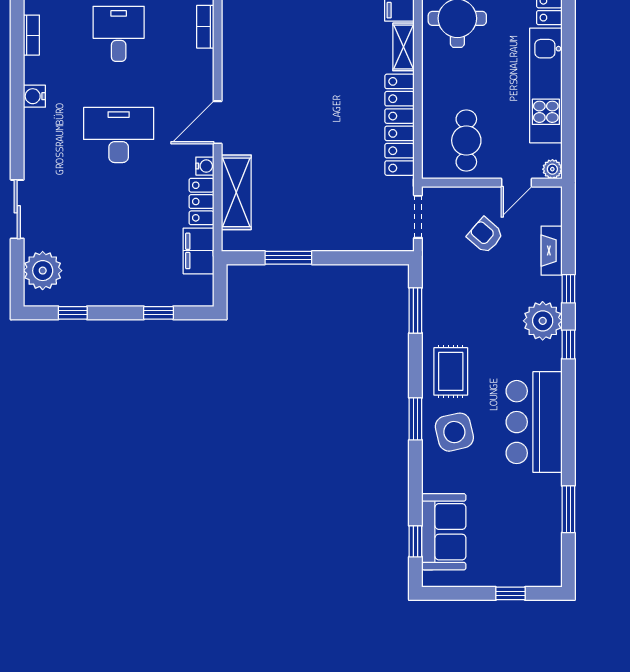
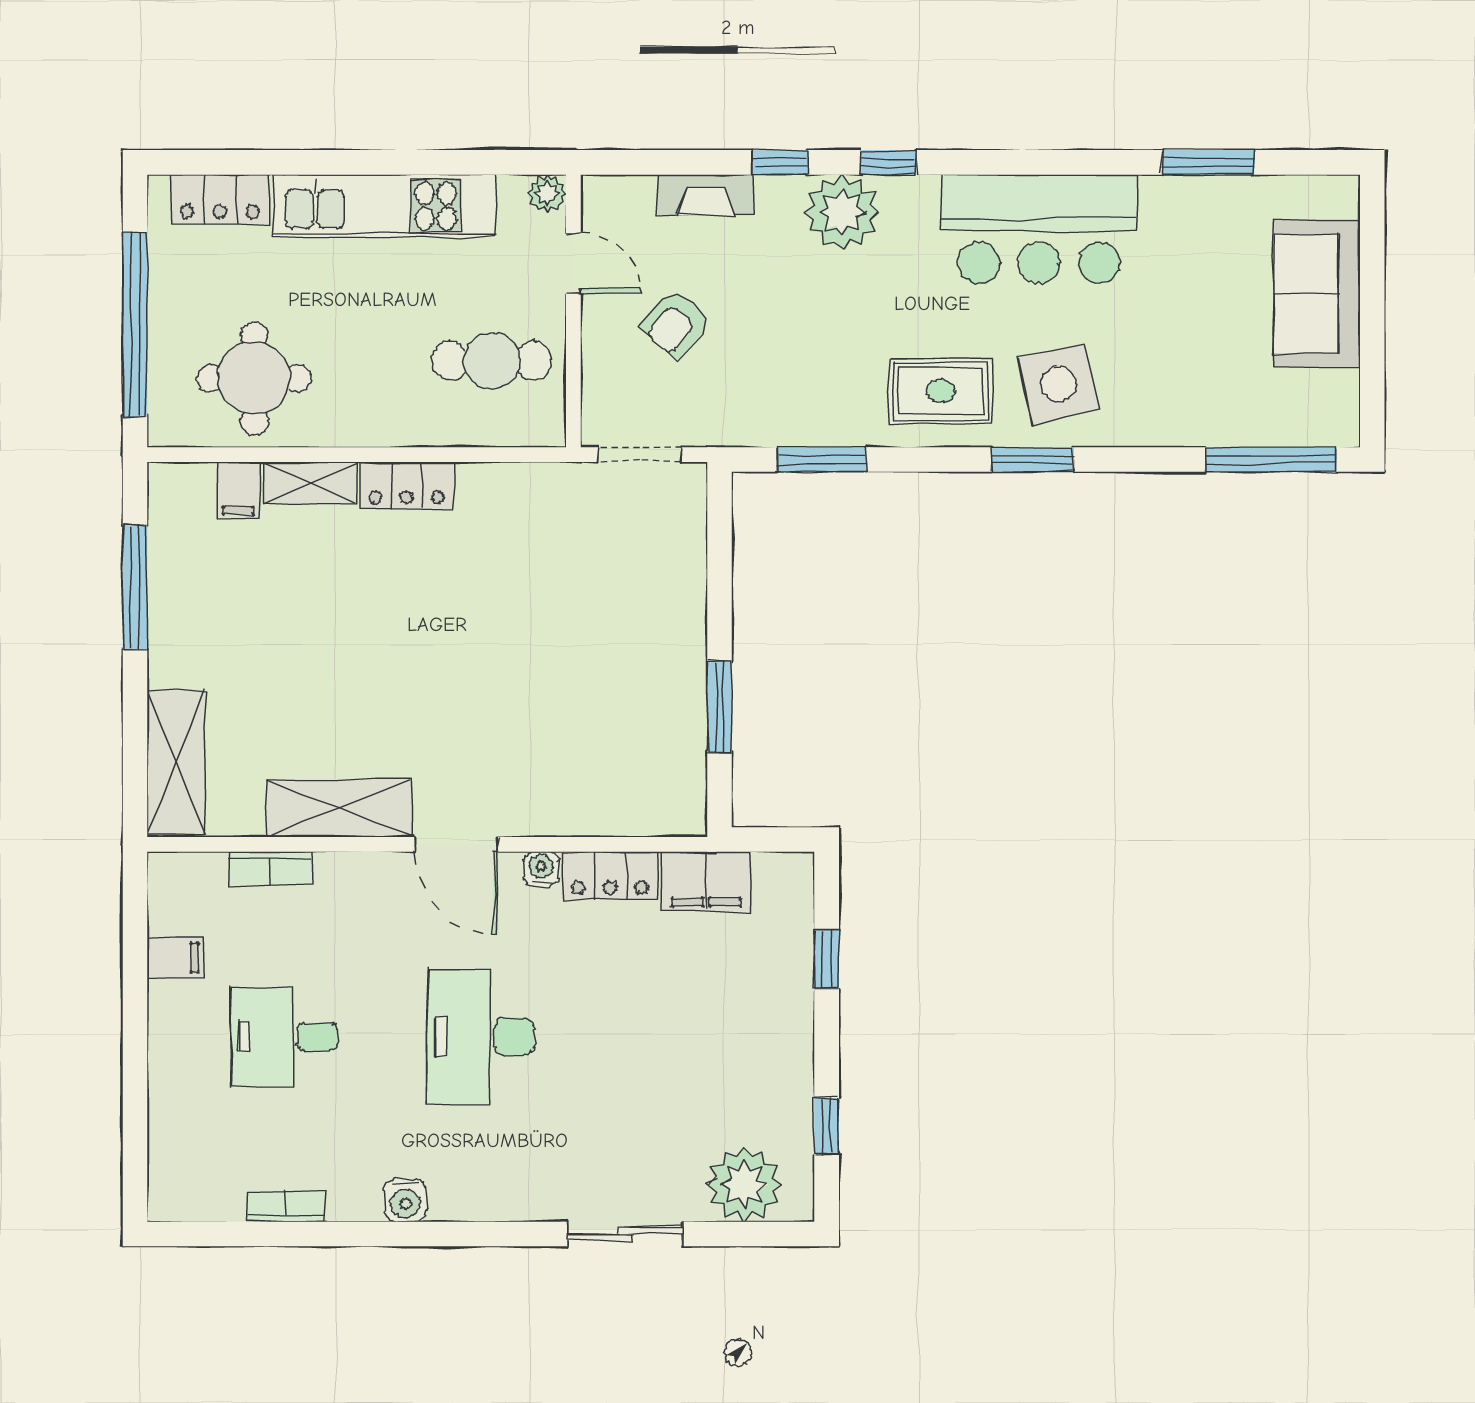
locker: (400, 125) -> (407, 486), width x0.46, depth x0.83
shelving: (236, 192) -> (339, 808), moved
sofa: (444, 532) -> (1317, 293), moved, turned -90
window: (415, 541) -> (1271, 460), width x2.17
window: (510, 593) -> (1372, 275), removed

